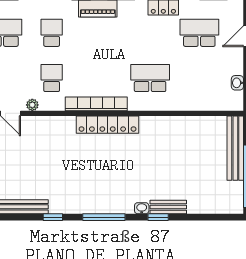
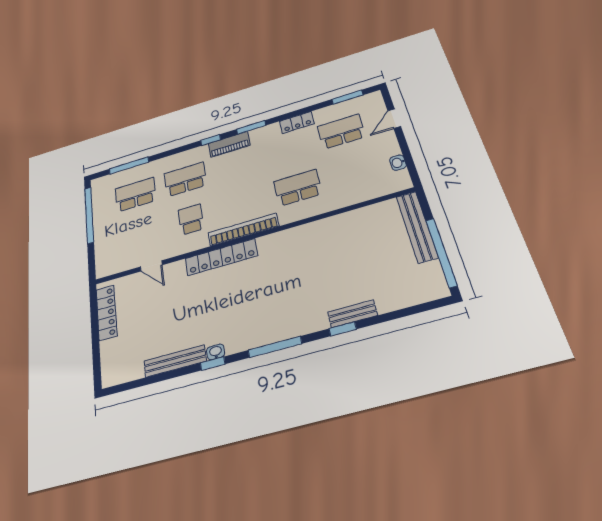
school desk: (52, 33) -> (185, 179), width x1.85
plant: (32, 105) -> (174, 251), removed
locker: (108, 125) -> (221, 257), moved
washbasin: (142, 208) -> (216, 352), moved

